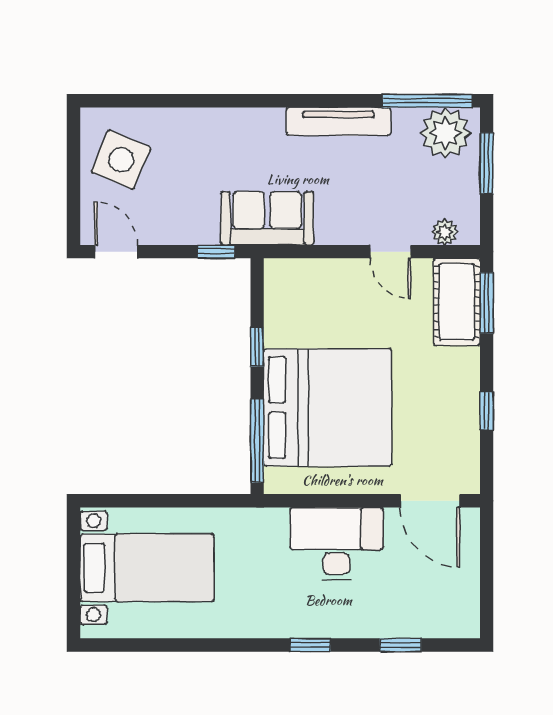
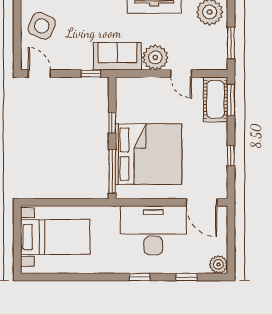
window: (487, 163) -> (231, 43), moved
plant: (445, 232) -> (155, 57), moved, width x1.87, depth x1.87
desk: (337, 544) -> (153, 230), width x1.36, depth x1.30
plant: (462, 621) -> (218, 264), added

